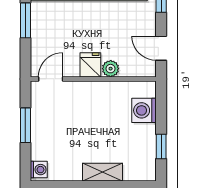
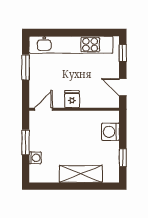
plant: (111, 69) -> (86, 102), removed
washing machine: (39, 170) -> (35, 158), moved
shelving: (102, 172) -> (81, 174), width x1.50, depth x1.33

